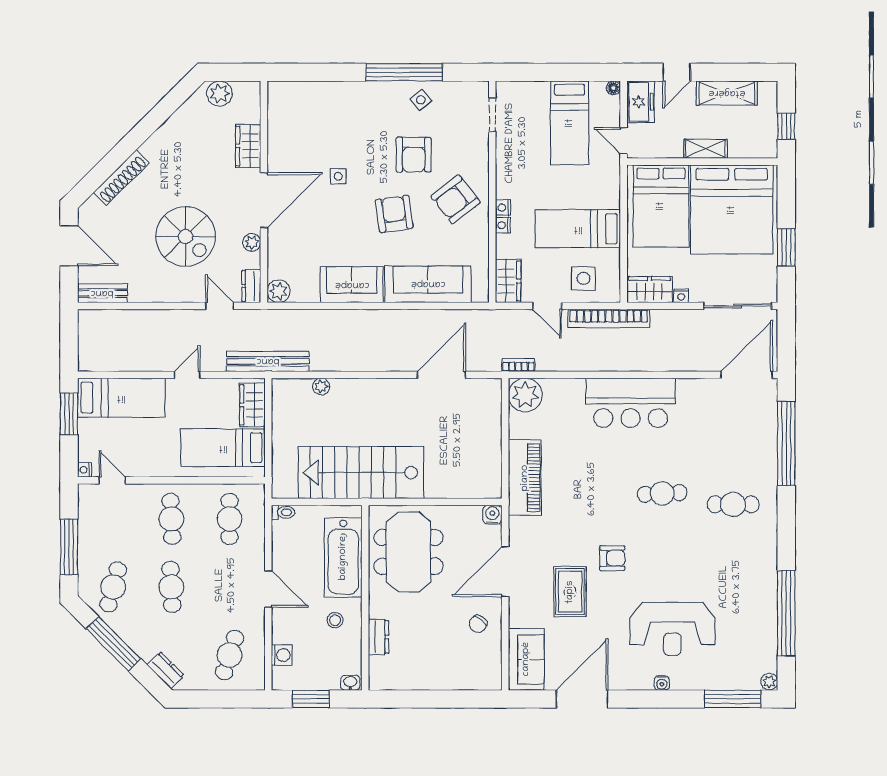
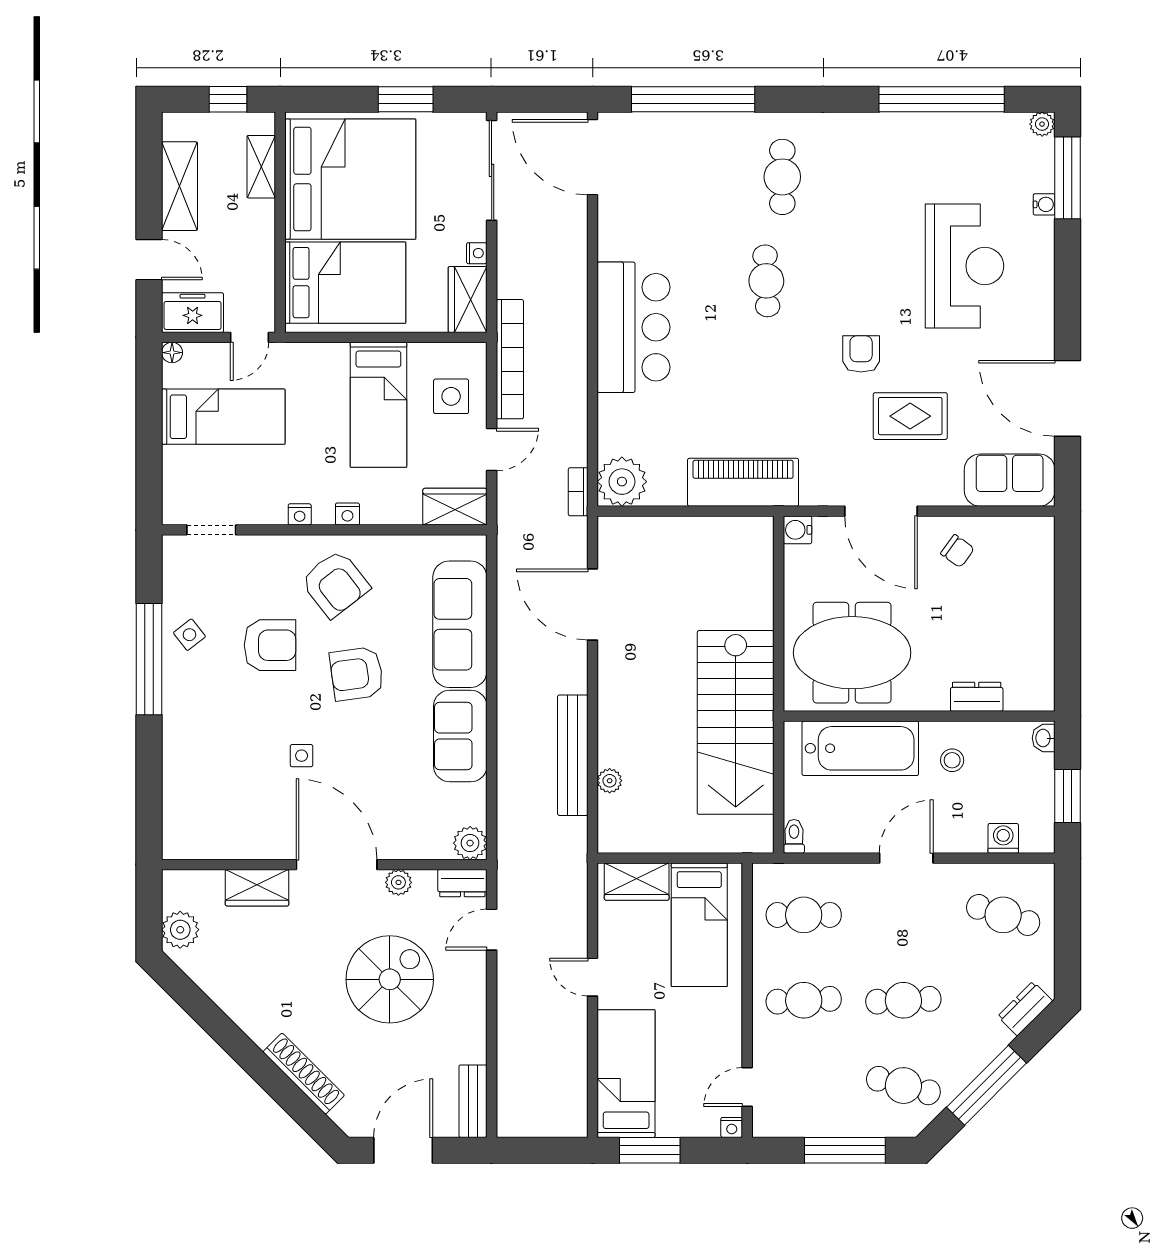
shelving: (705, 149) -> (261, 167), moved
nightstand: (503, 225) -> (300, 514), moved
bench: (268, 361) -> (573, 755), moved
water cooler: (662, 683) -> (1044, 204), moved

